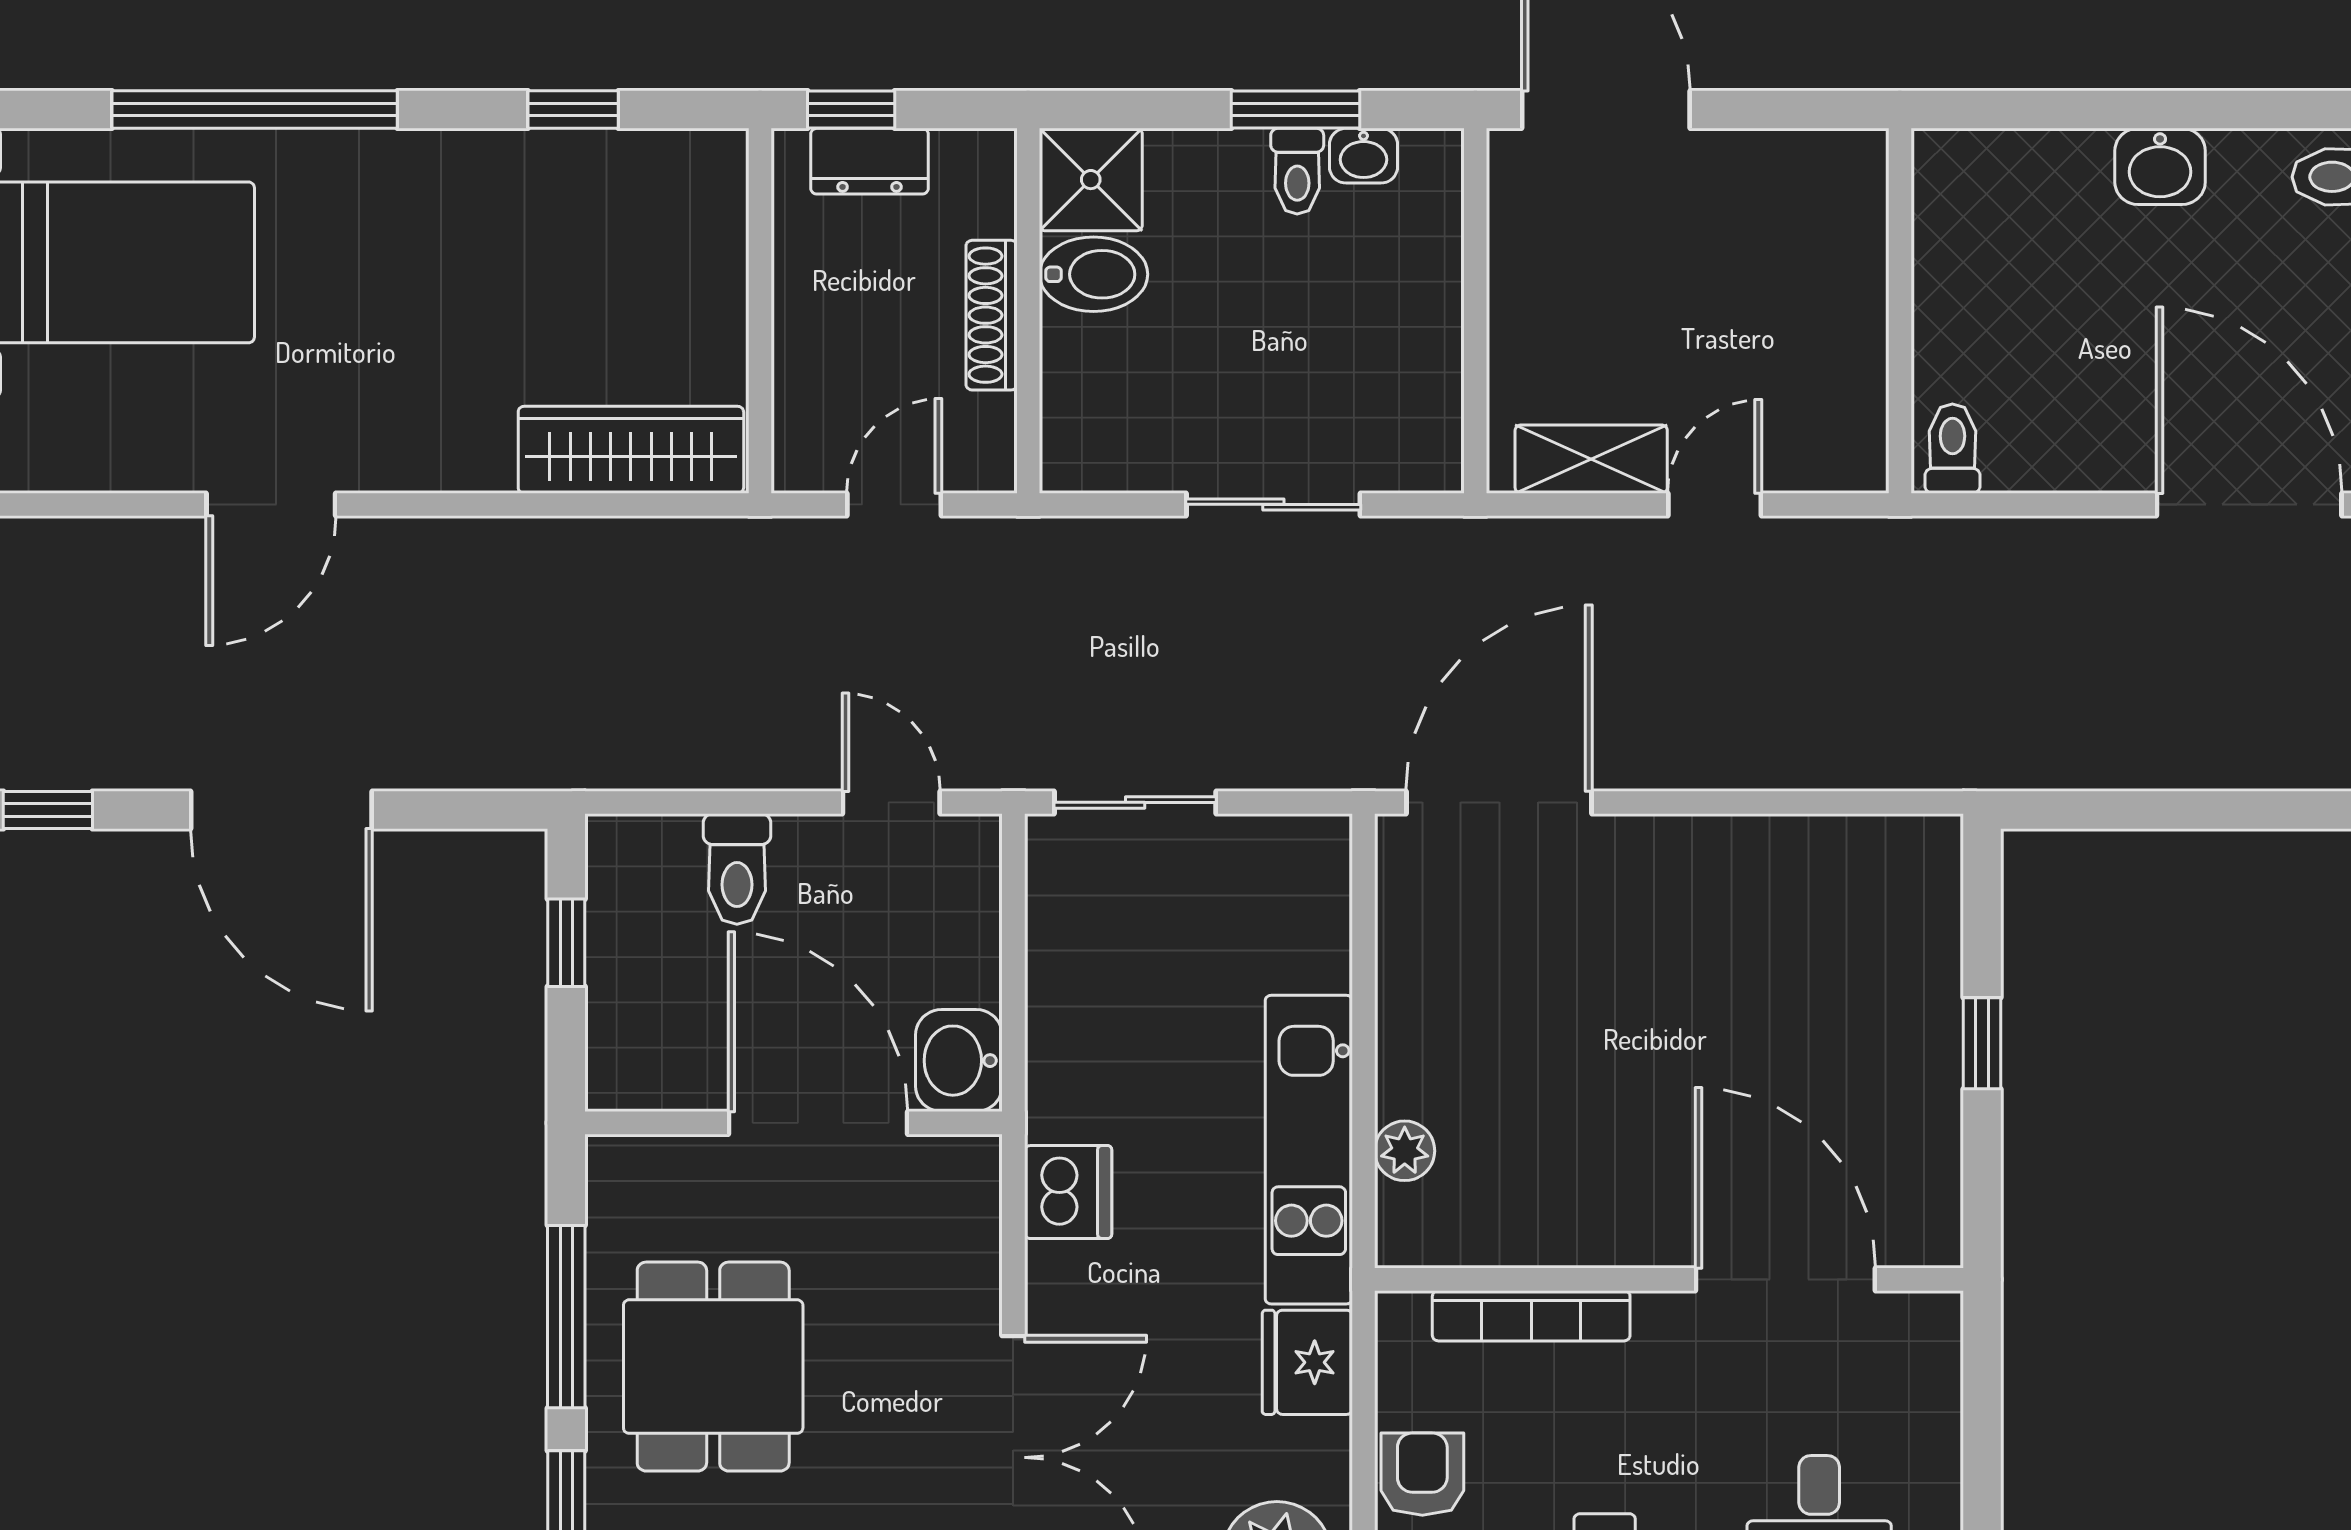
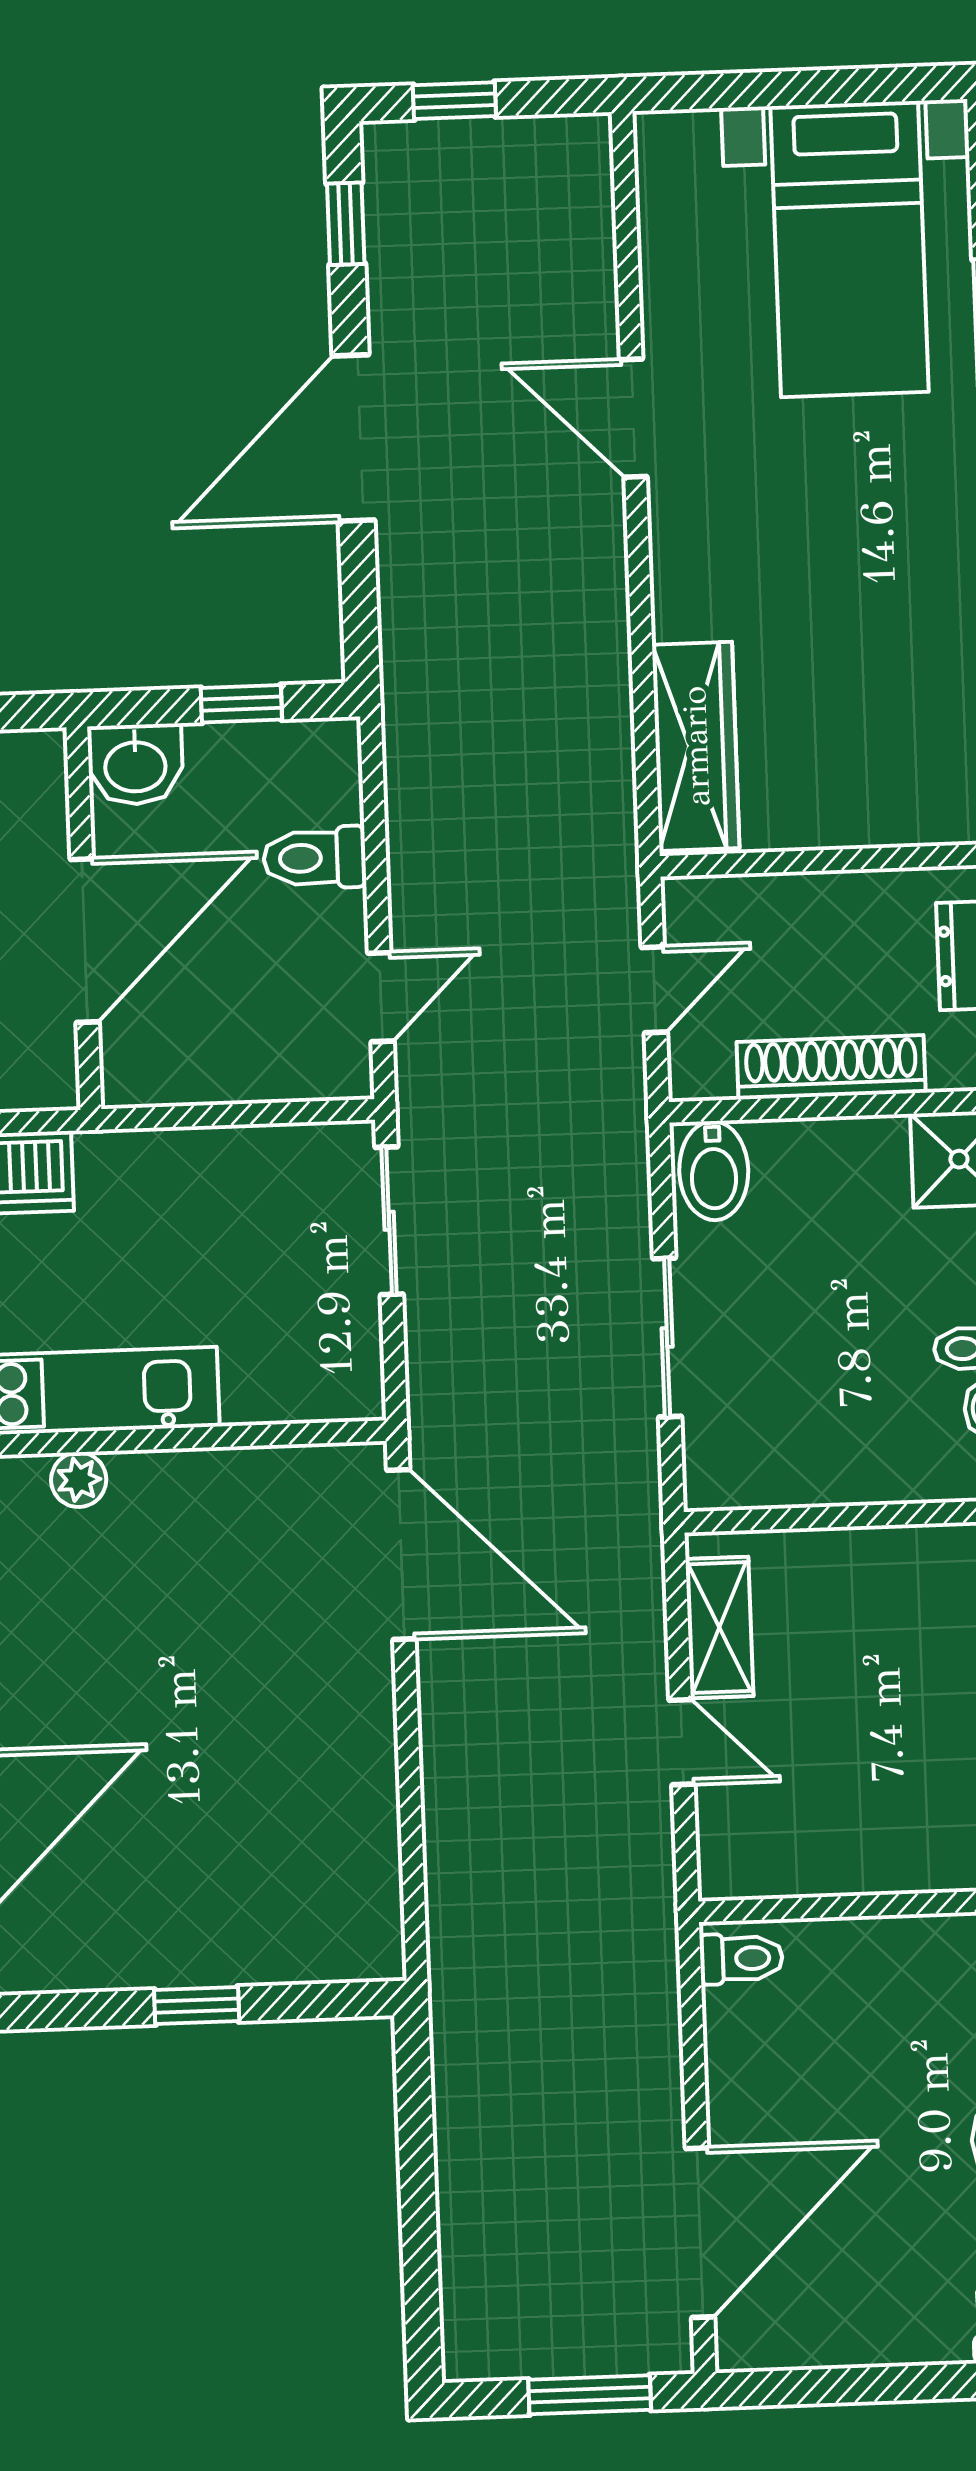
bidet: (1094, 274) -> (714, 1171), moved
shoe rack: (992, 315) -> (831, 1067), width x1.36, depth x1.24
door: (894, 504) -> (654, 990), hinge flipped
washbasin: (959, 1061) -> (135, 764), moved, turned 180

